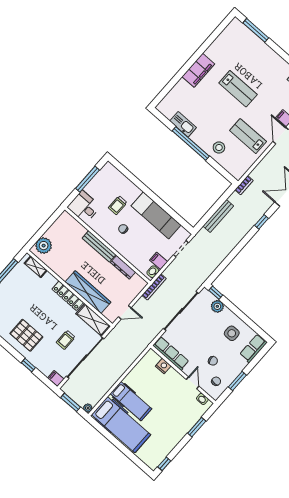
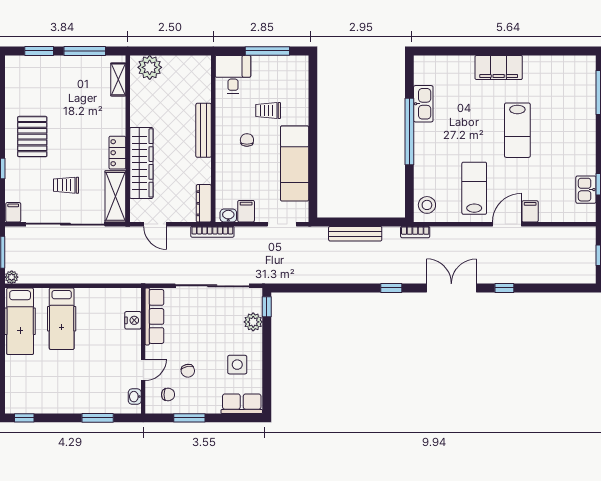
stool: (219, 147) -> (427, 205), moved
dresser: (123, 267) -> (204, 203), moved
locker: (68, 296) -> (117, 153), width x0.66
hospital bed: (121, 425) -> (20, 321), width x0.73, depth x0.78

